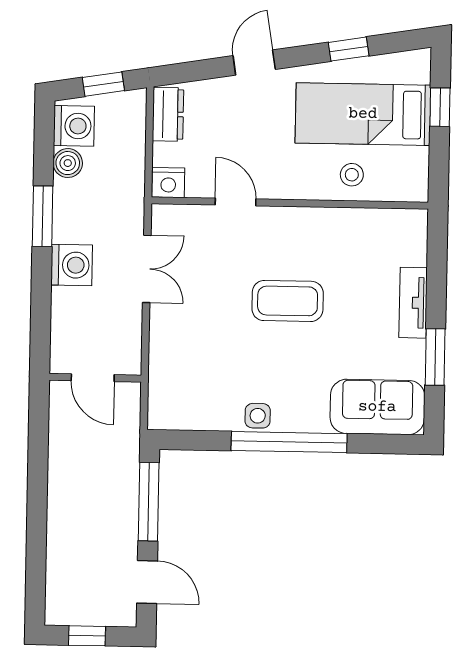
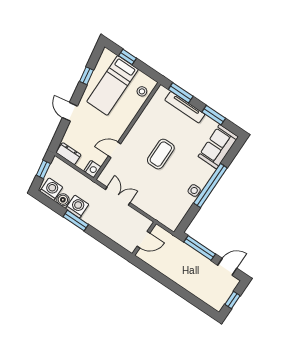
stool: (352, 175) -> (142, 91), moved
window: (437, 261) -> (181, 93), added
washing machine: (72, 265) -> (77, 206), moved
tv unit: (413, 303) -> (185, 107), width x1.41

